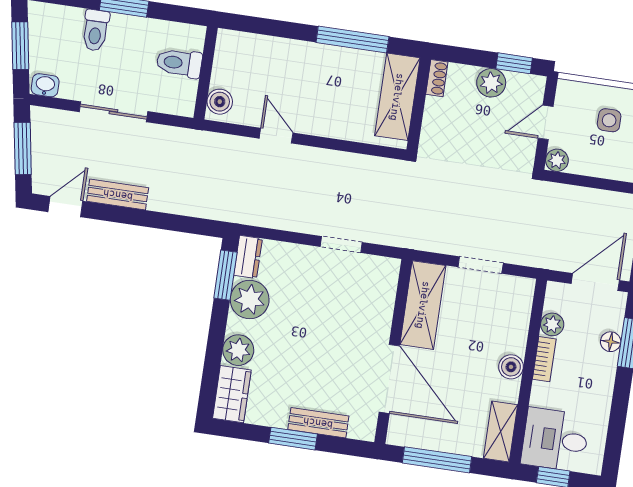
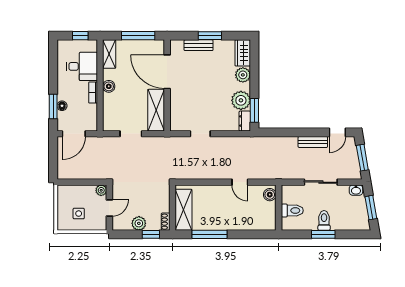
toilet: (96, 30) -> (324, 220), moved
window: (514, 63) -> (151, 234), moved
plant: (552, 324) -> (92, 110), removed
desk: (555, 440) -> (82, 66), moved

